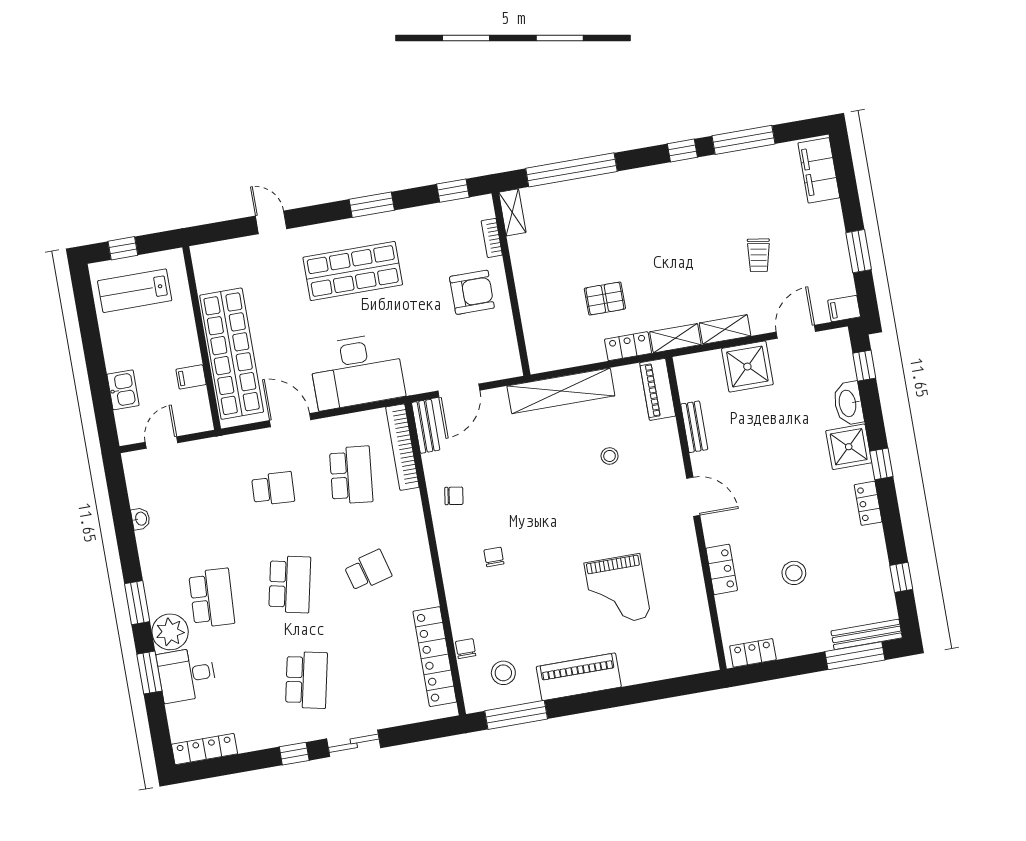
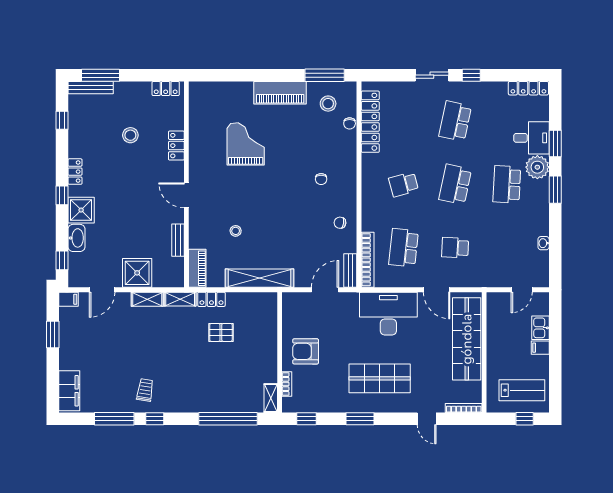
bookcase: (218, 248) -> (464, 408), added
trolley: (759, 255) -> (145, 390), moved
filing cabinet: (191, 377) -> (540, 348), moved, turned 180

